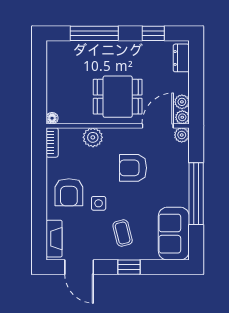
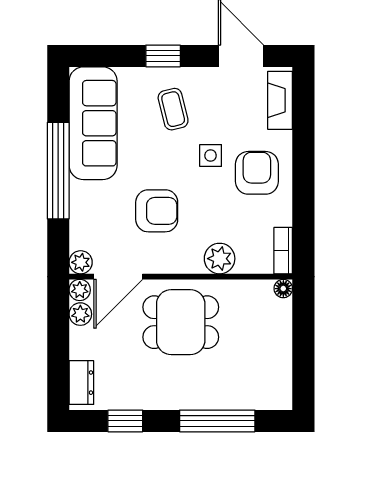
sofa: (174, 234) -> (93, 123), width x1.36

